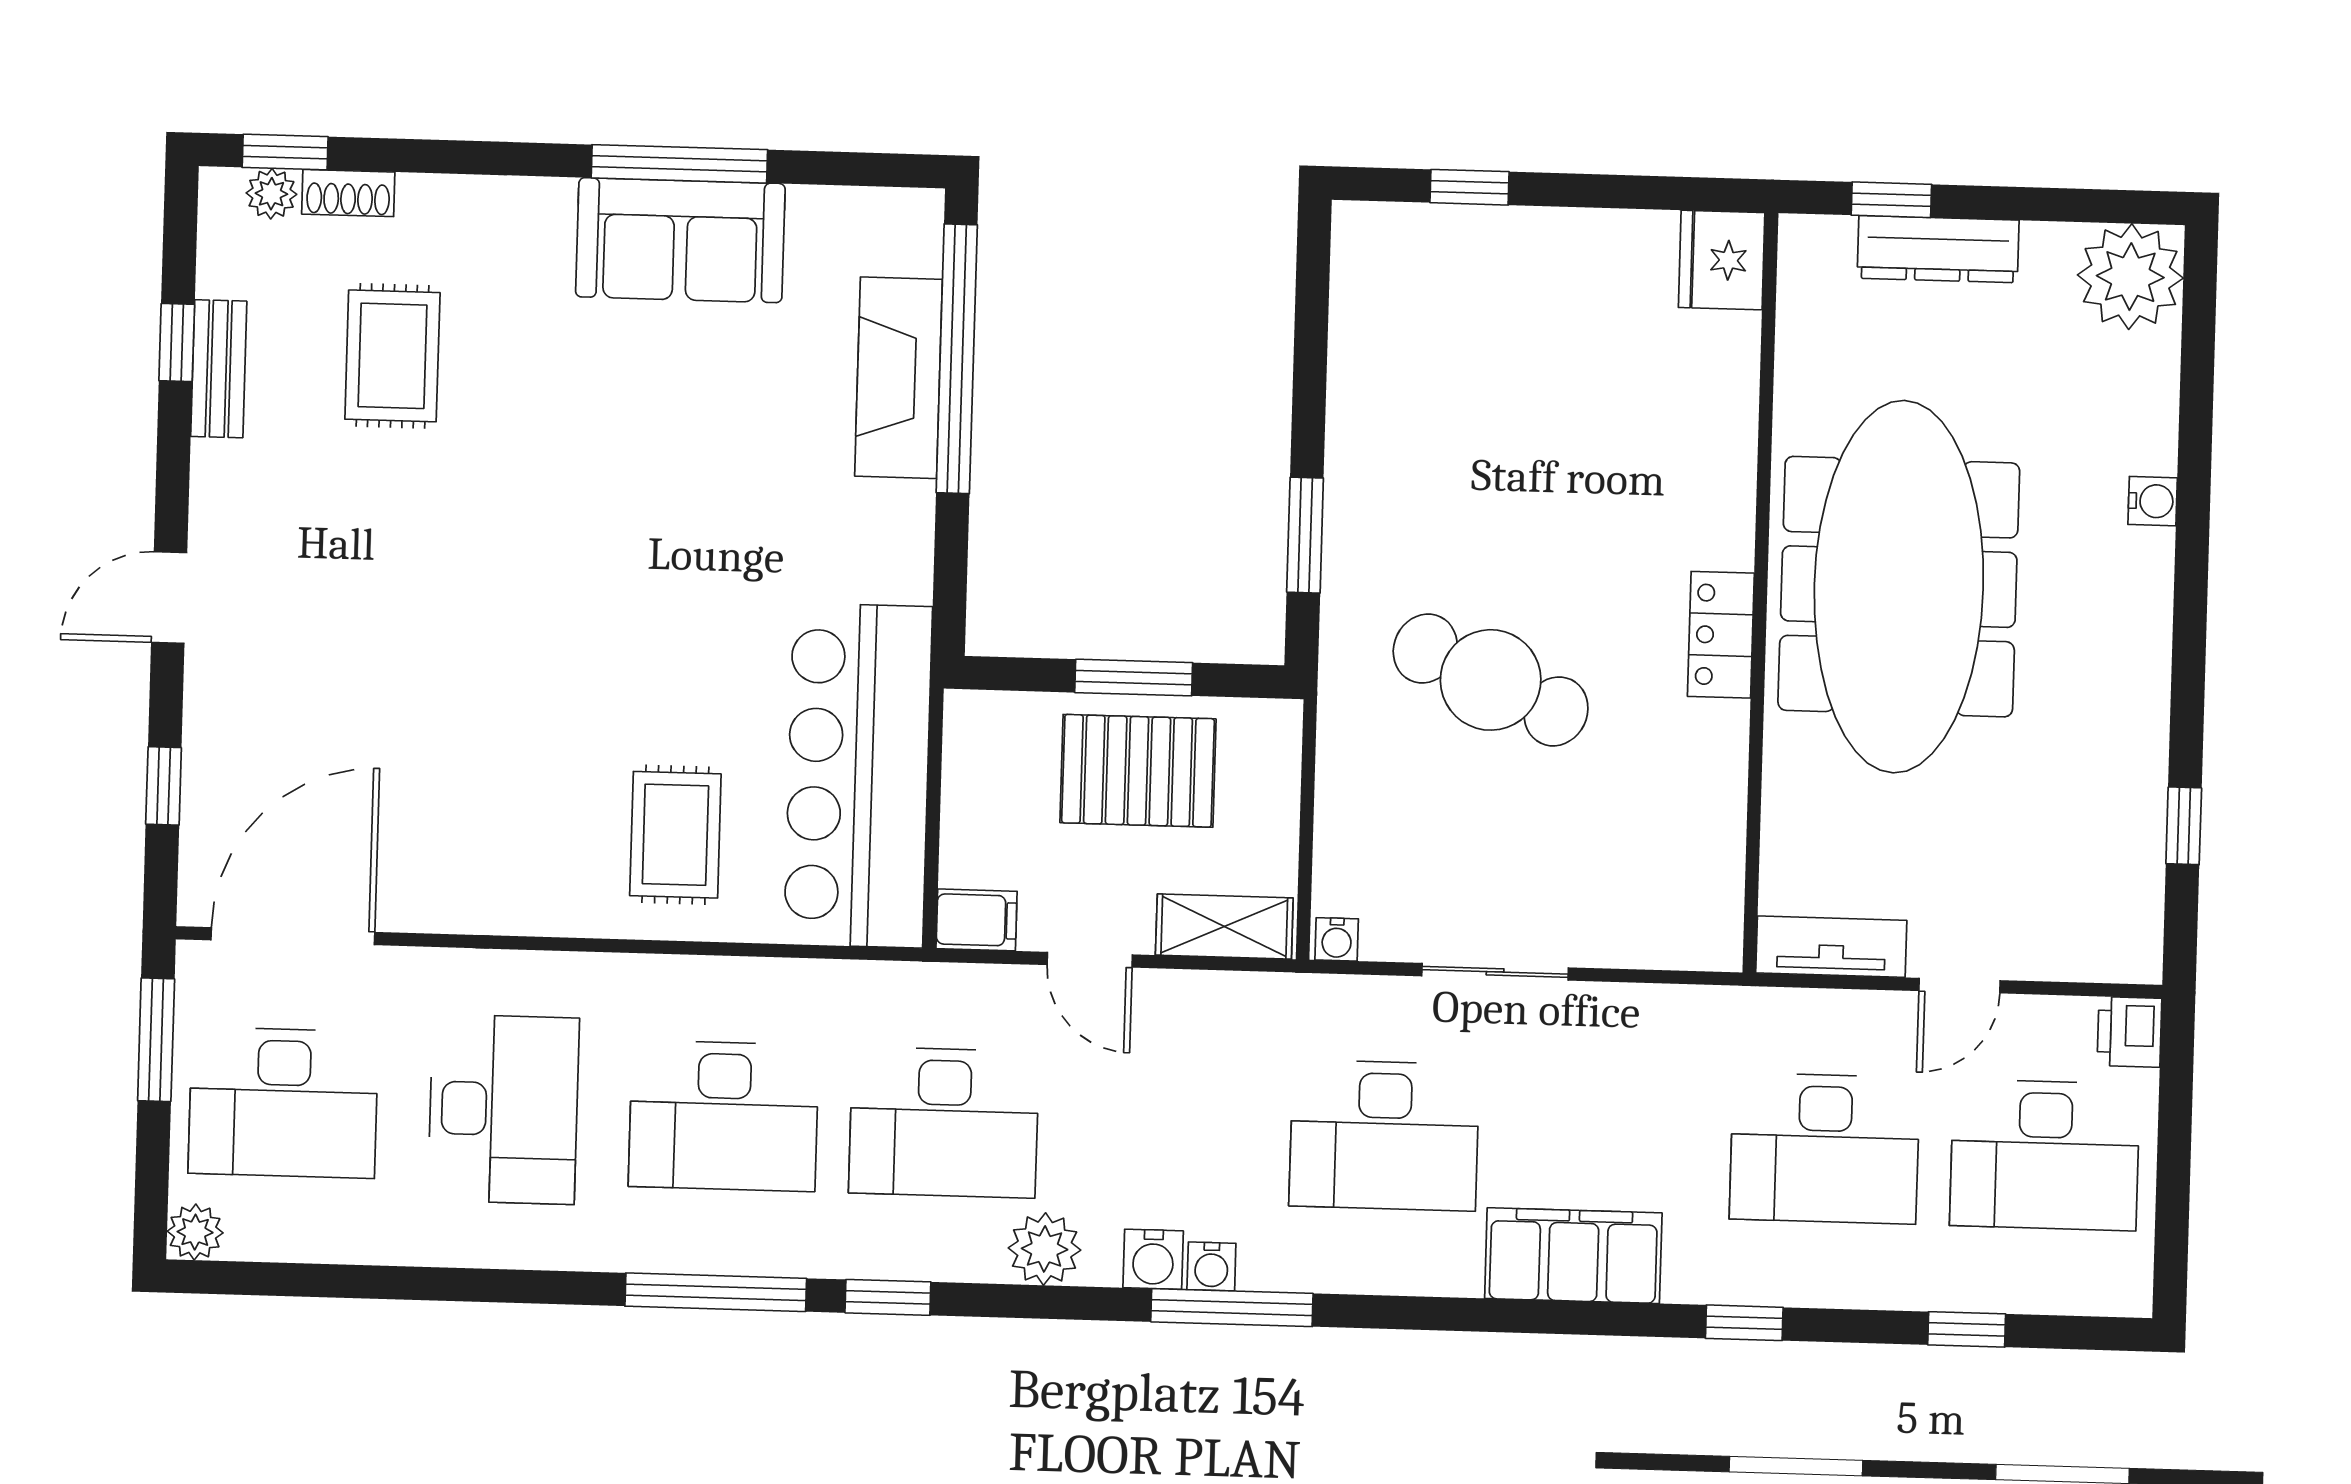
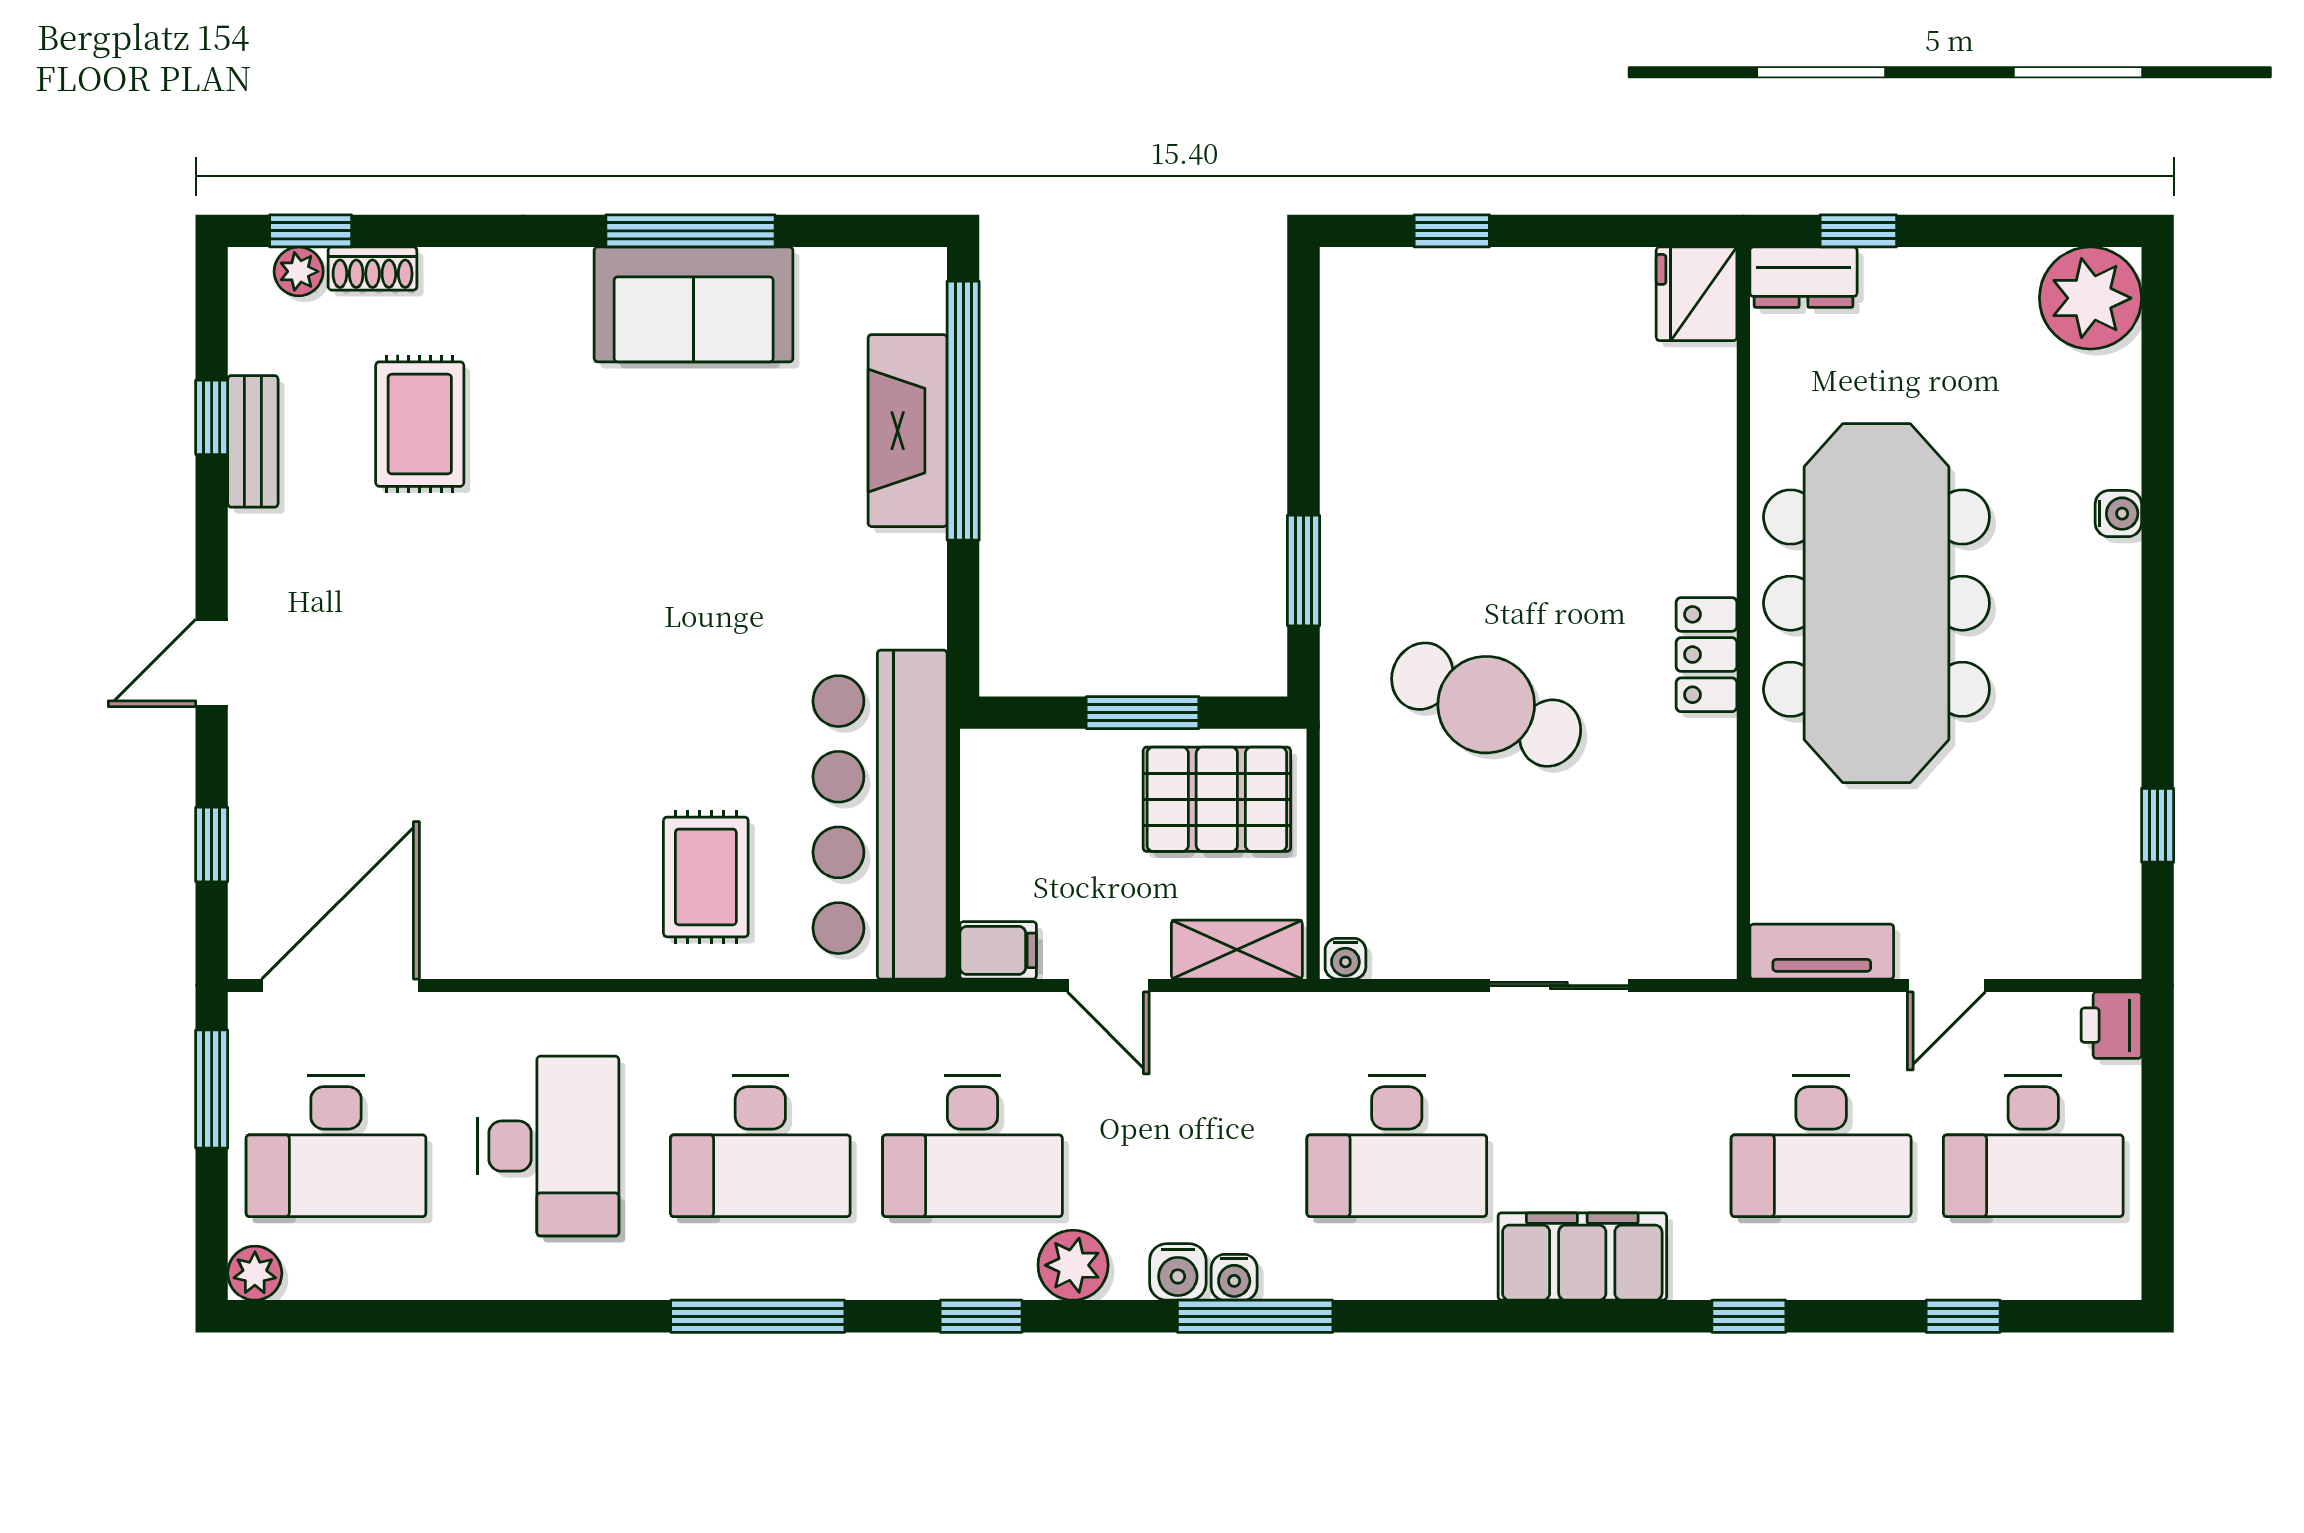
dresser: (1938, 249) -> (1803, 277), moved, width x0.70
pallet: (1138, 771) -> (1217, 799), moved
sliding door: (1495, 972) -> (1559, 986), moved
window: (888, 1297) -> (981, 1316), moved

